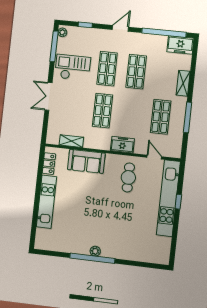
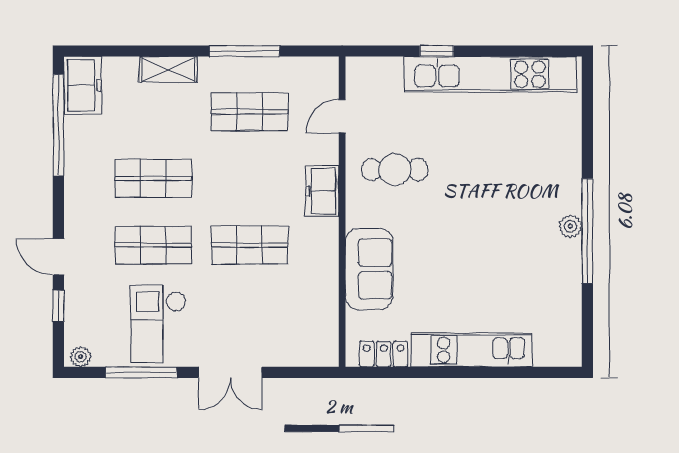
door: (120, 28) -> (58, 257), moved
window: (54, 46) -> (141, 372), moved
shelving: (71, 141) -> (327, 308), removed
kitchen unit: (168, 198) -> (490, 74), moved

